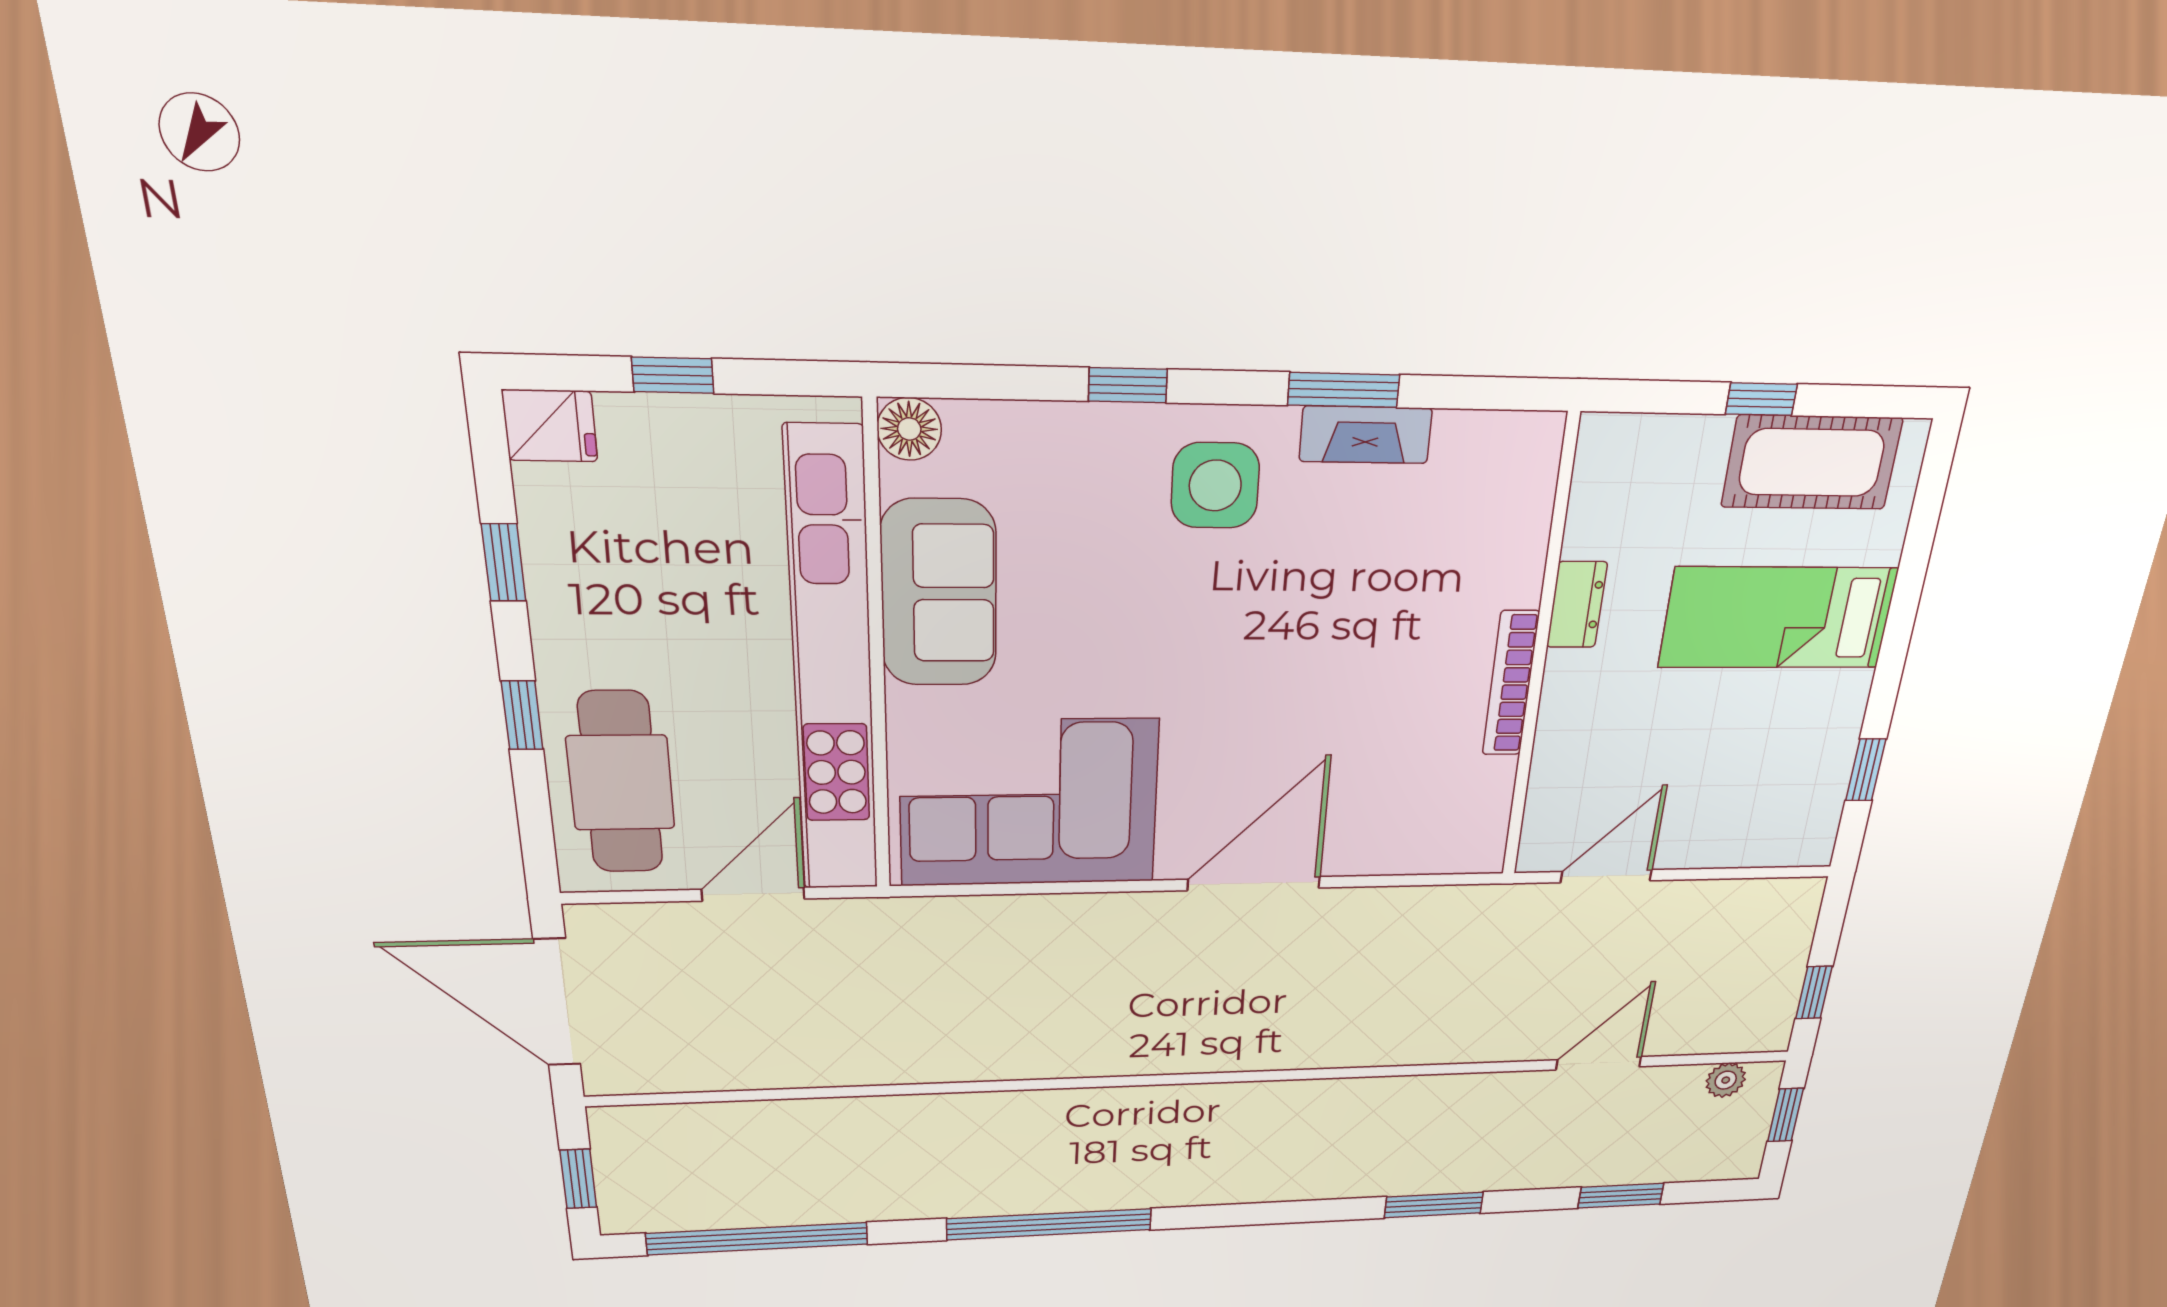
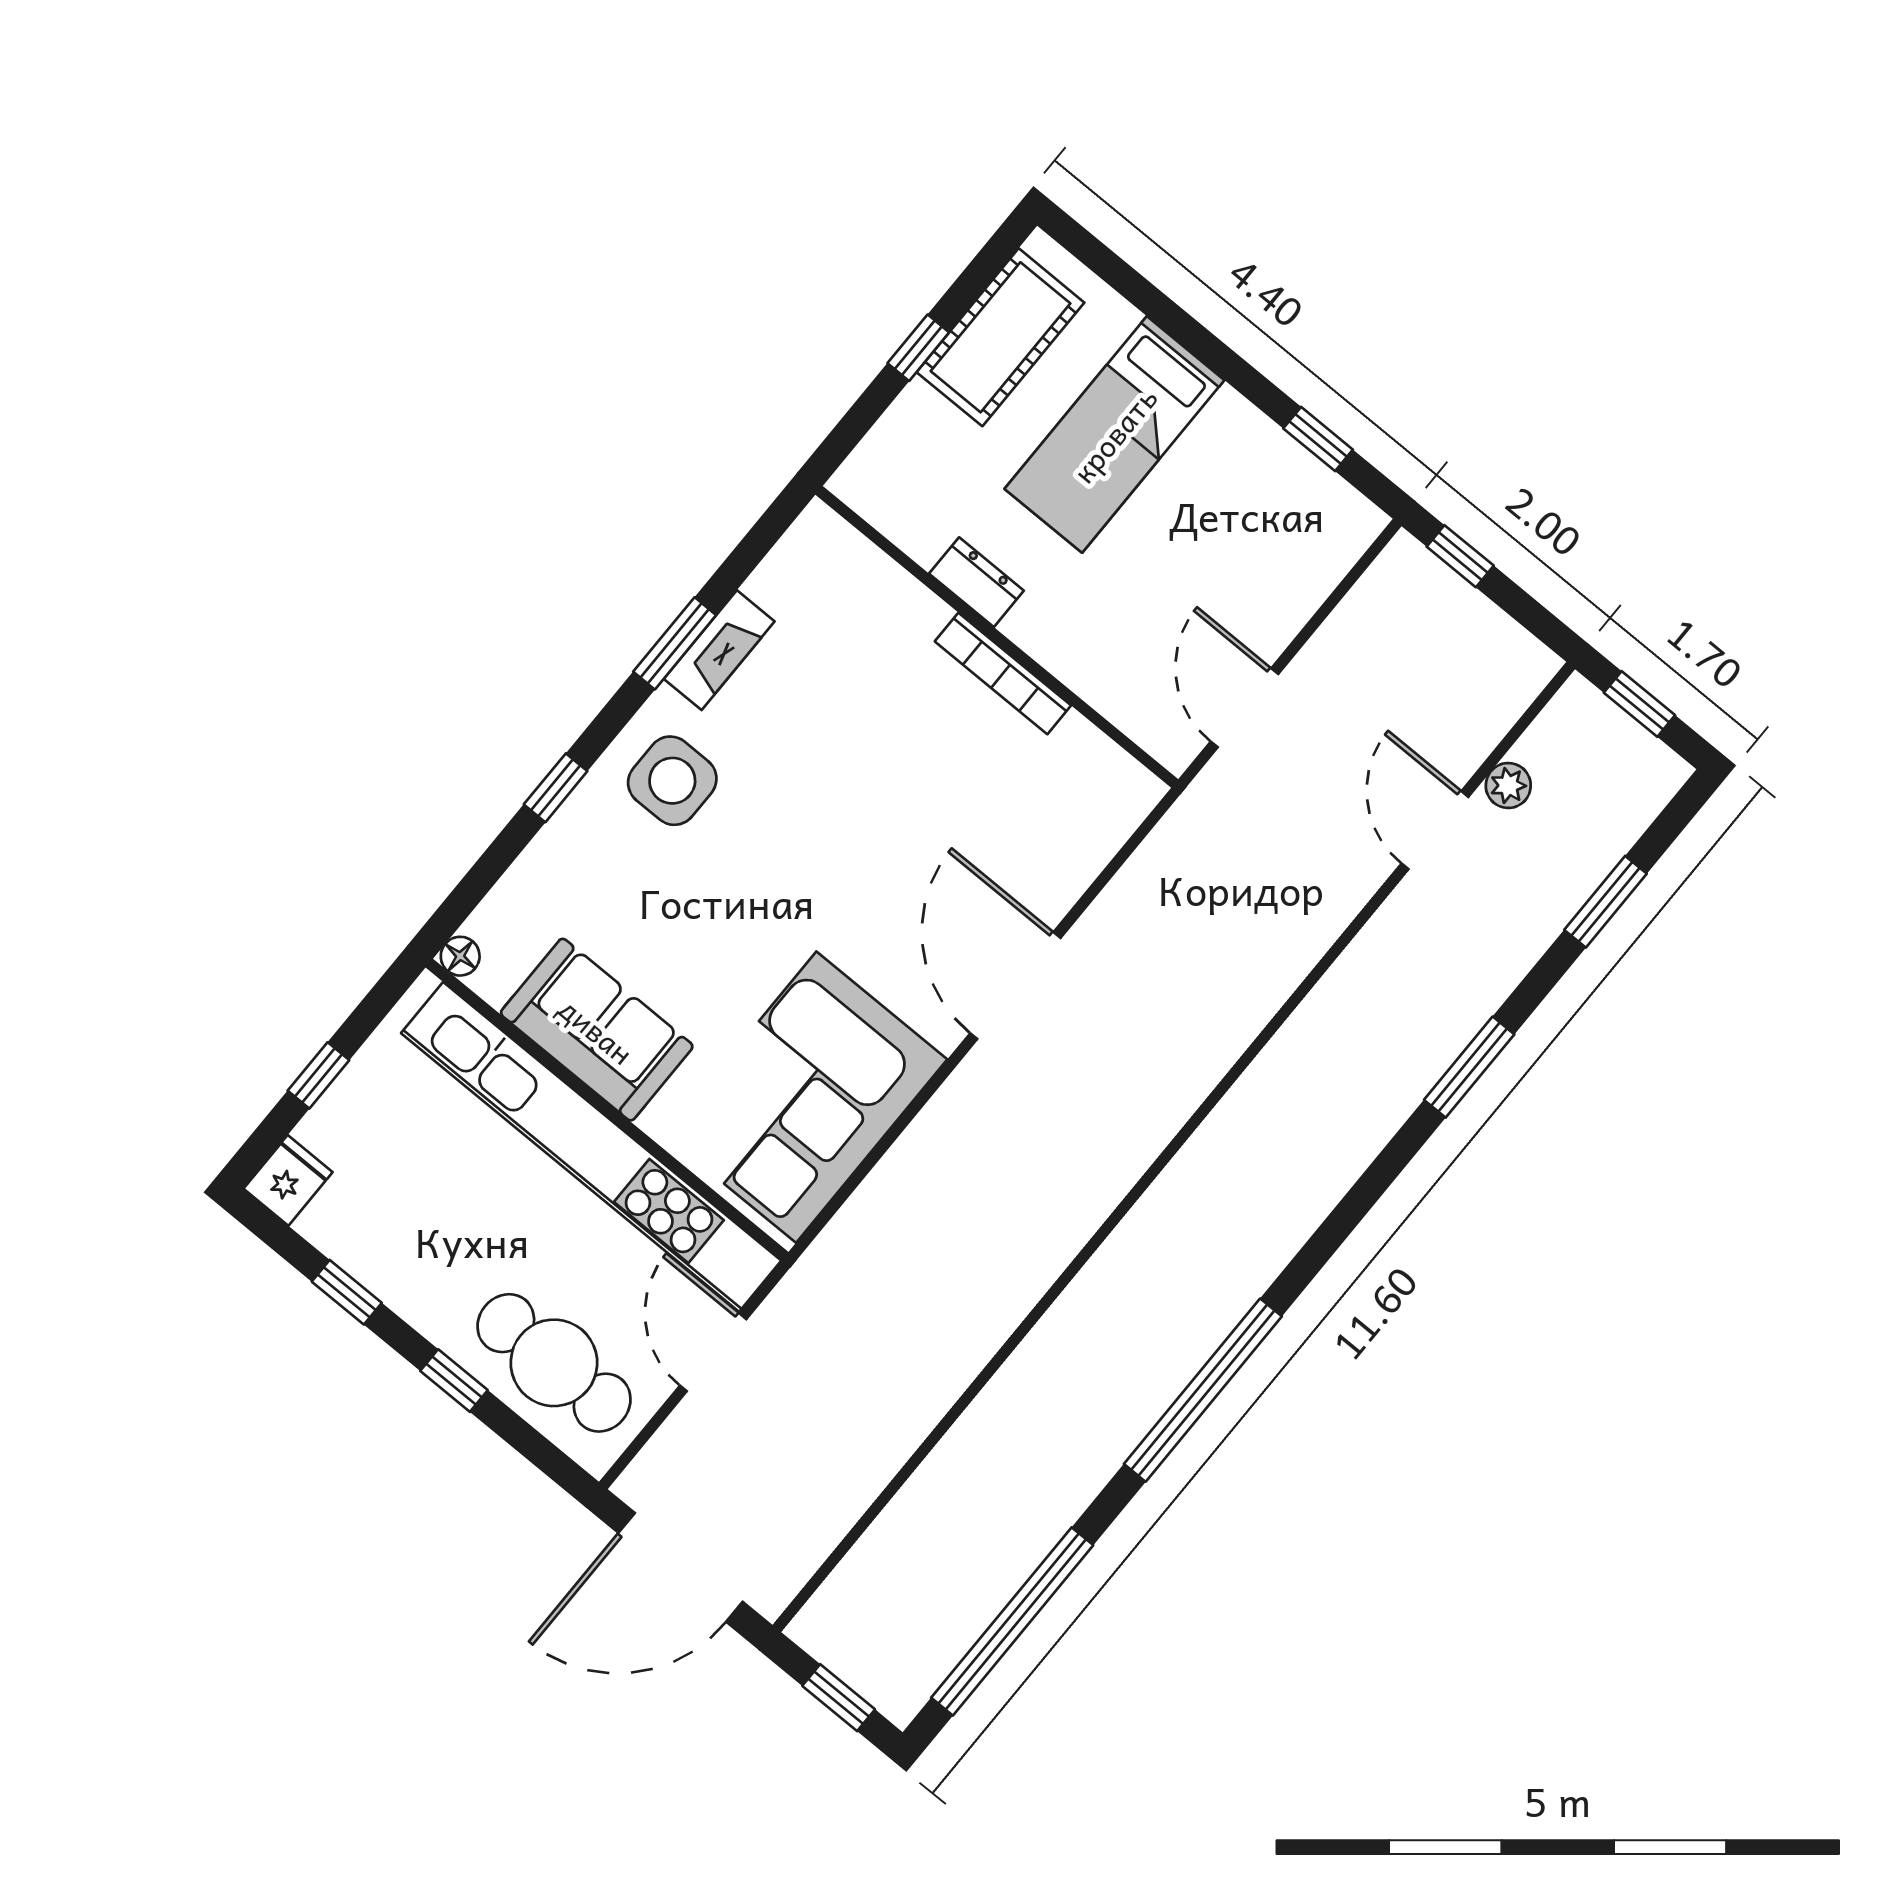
floor lamp: (909, 429) -> (460, 956), width x0.73, depth x0.73
window: (1814, 993) -> (1460, 556), moved
plant: (1726, 1080) -> (1508, 786), moved

